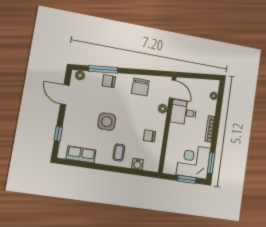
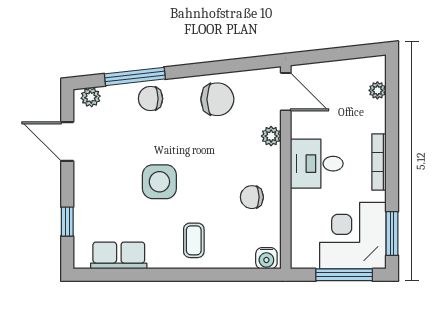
chair: (140, 87) -> (217, 99), turned -90
desk: (184, 112) -> (317, 164), moved
water cooler: (137, 164) -> (266, 258), moved
window: (187, 179) -> (344, 275), width x1.44

